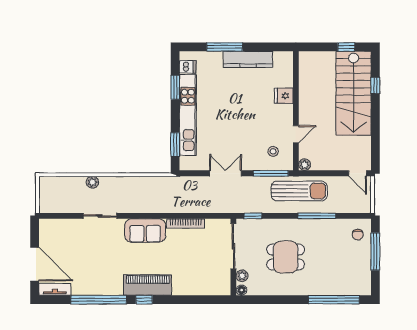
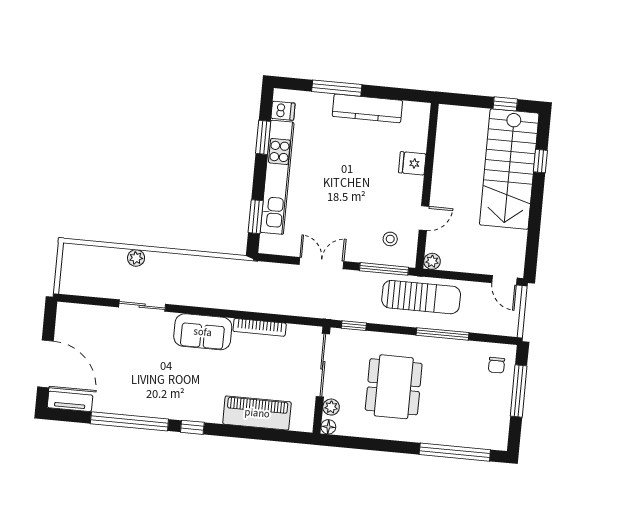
dining table: (286, 257) -> (394, 387), width x1.38
piano: (148, 285) -> (257, 413), moved

